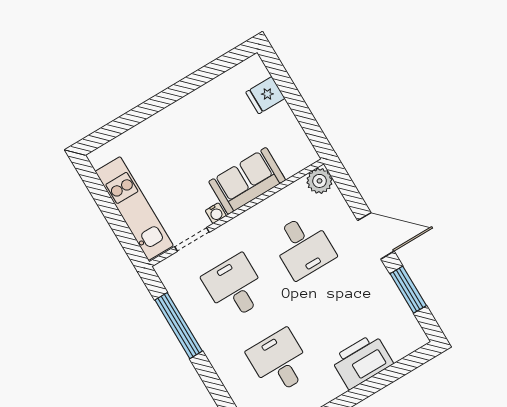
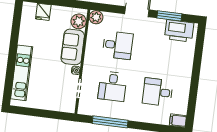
plant: (293, 160) -> (79, 21), added
kitchen unit: (134, 208) -> (22, 73), moved, turned 90
desk: (235, 287) -> (112, 86), turned -90
printer: (362, 361) -> (179, 31), moved, turned -90

